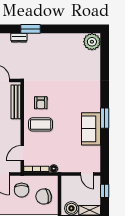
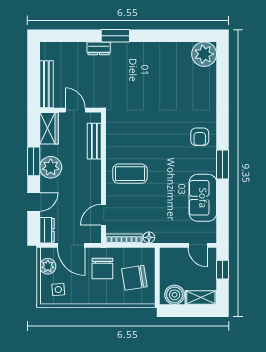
bench: (16, 102) -> (94, 141), width x0.73
armchair: (41, 103) -> (200, 137), moved
sofa: (91, 129) -> (203, 198), moved

